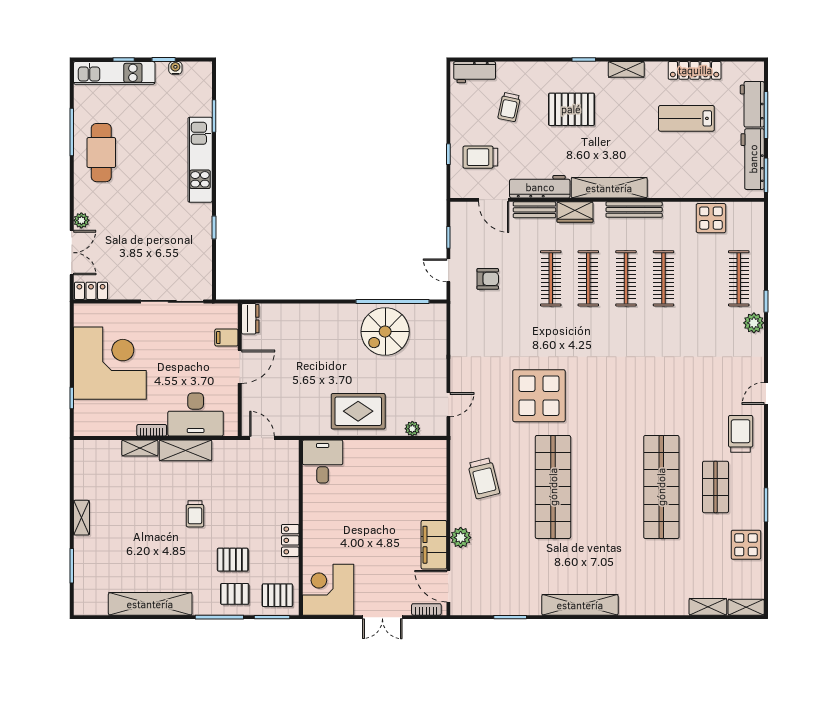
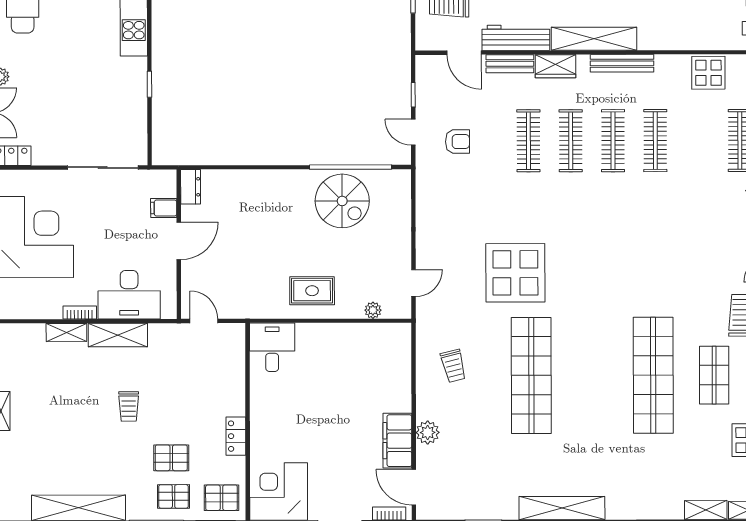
spiral stairs: (385, 332) -> (342, 201), turned -90
rug: (358, 411) -> (312, 291), width x0.73, depth x0.70
trolley: (484, 478) -> (453, 366), width x0.73, depth x0.72

